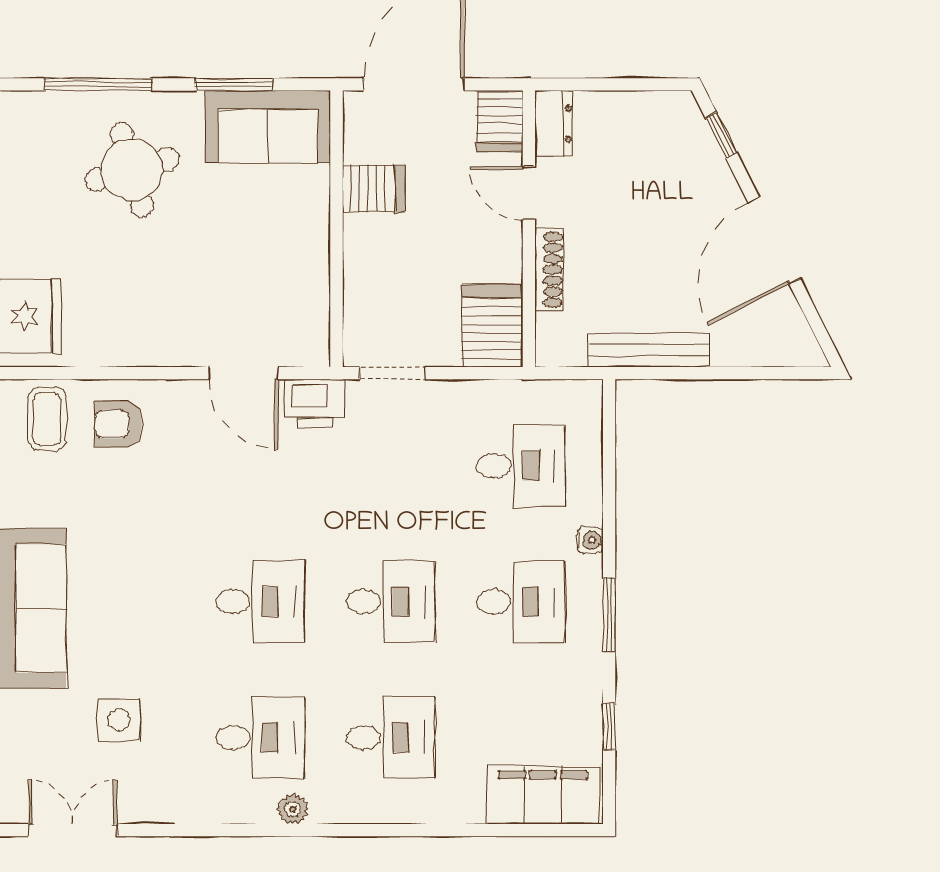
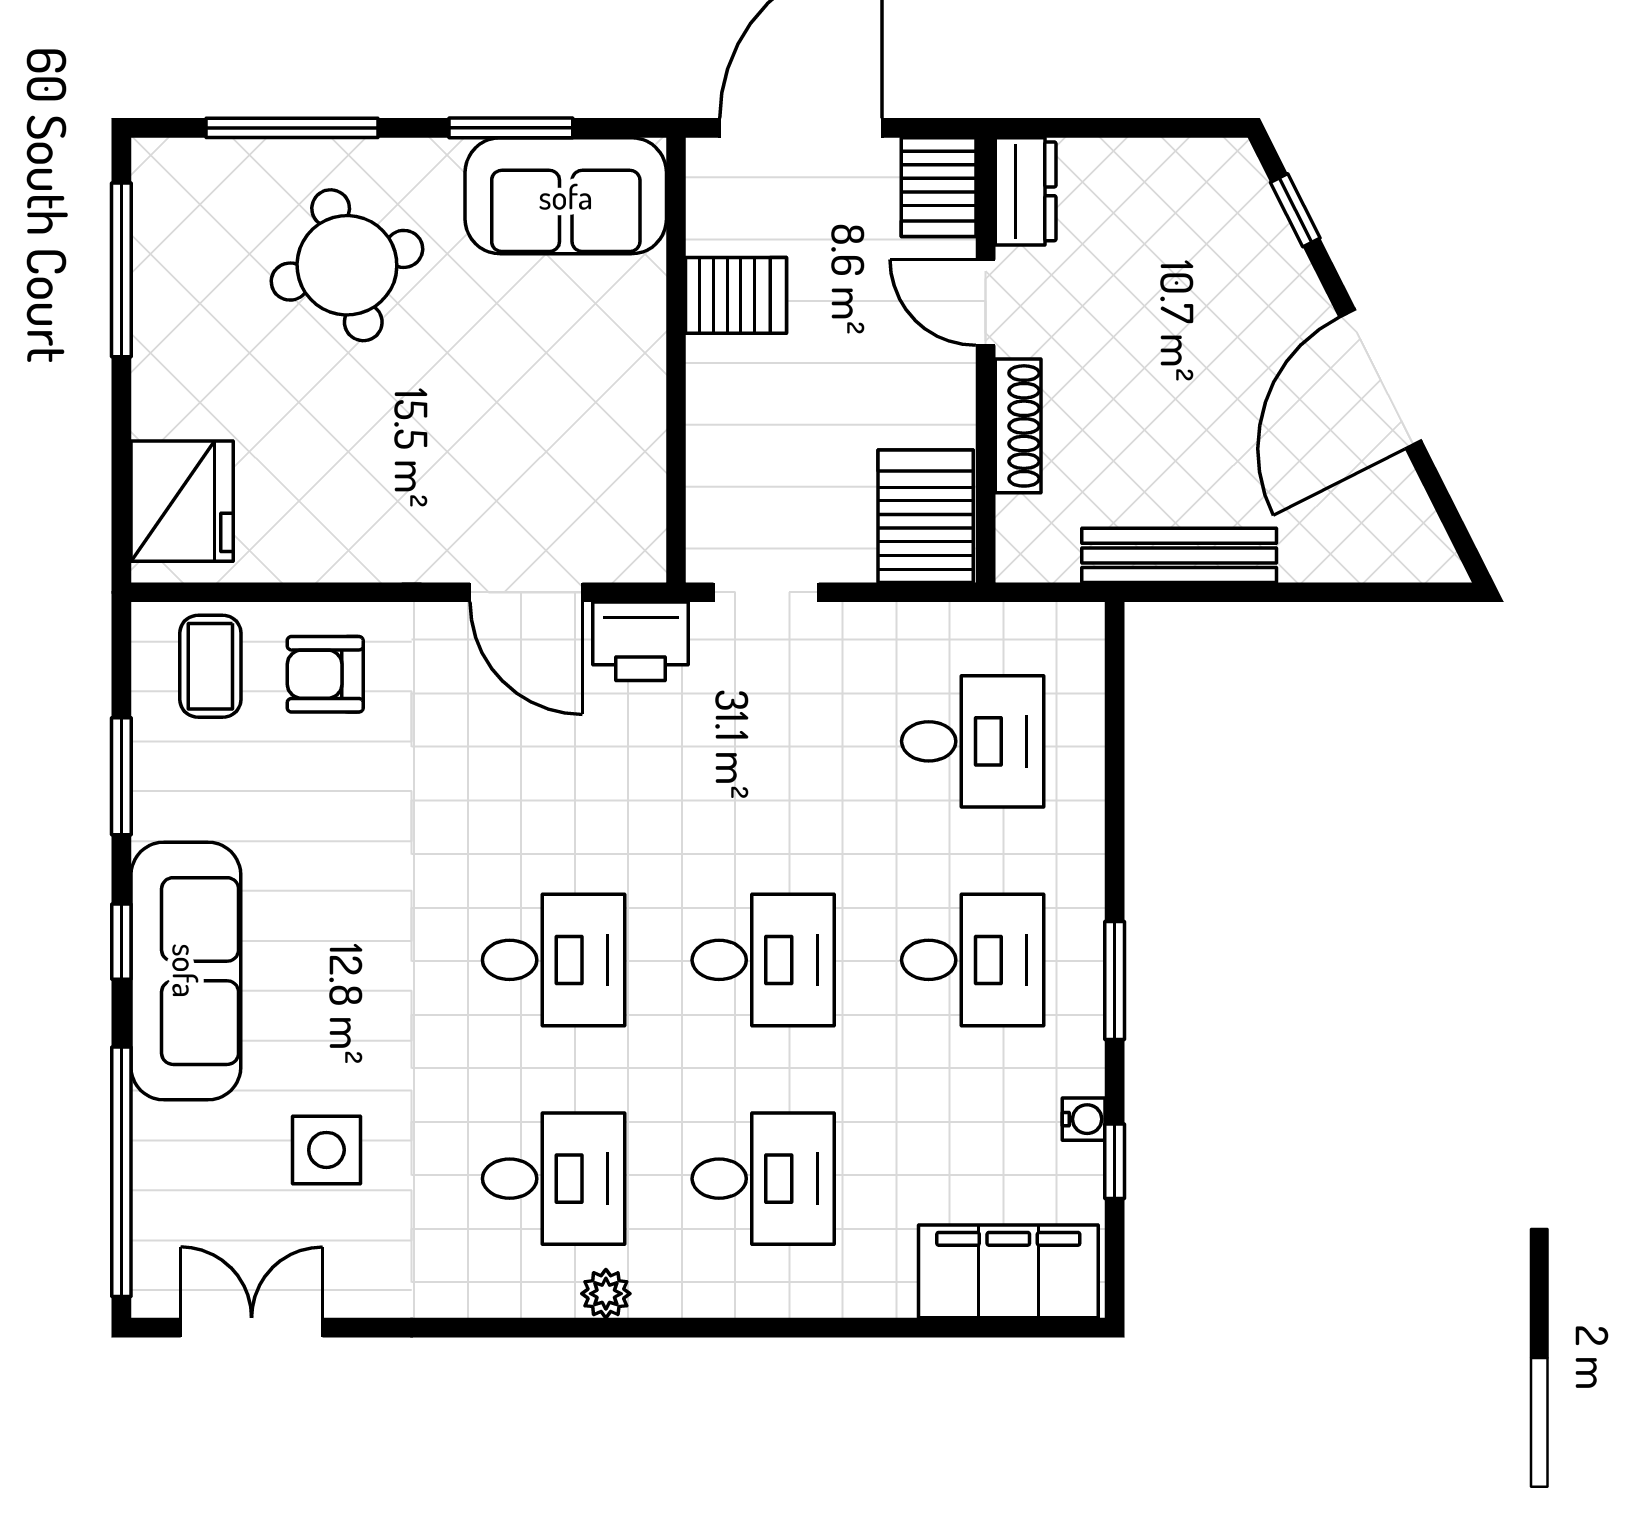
water cooler: (590, 540) -> (1084, 1119), moved

